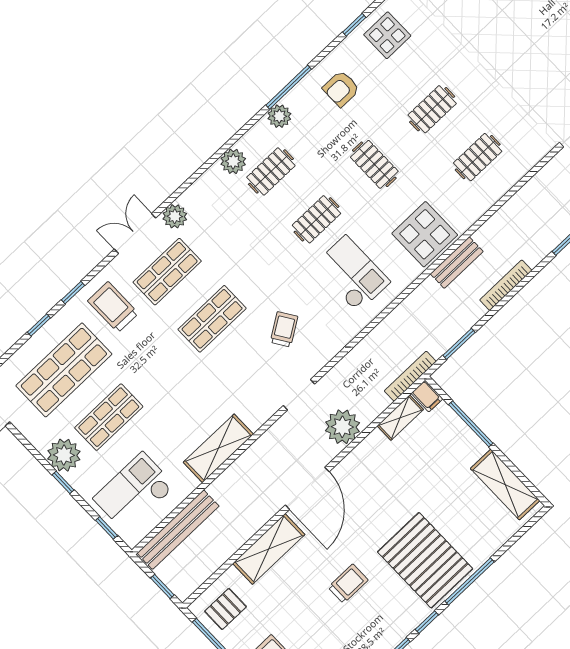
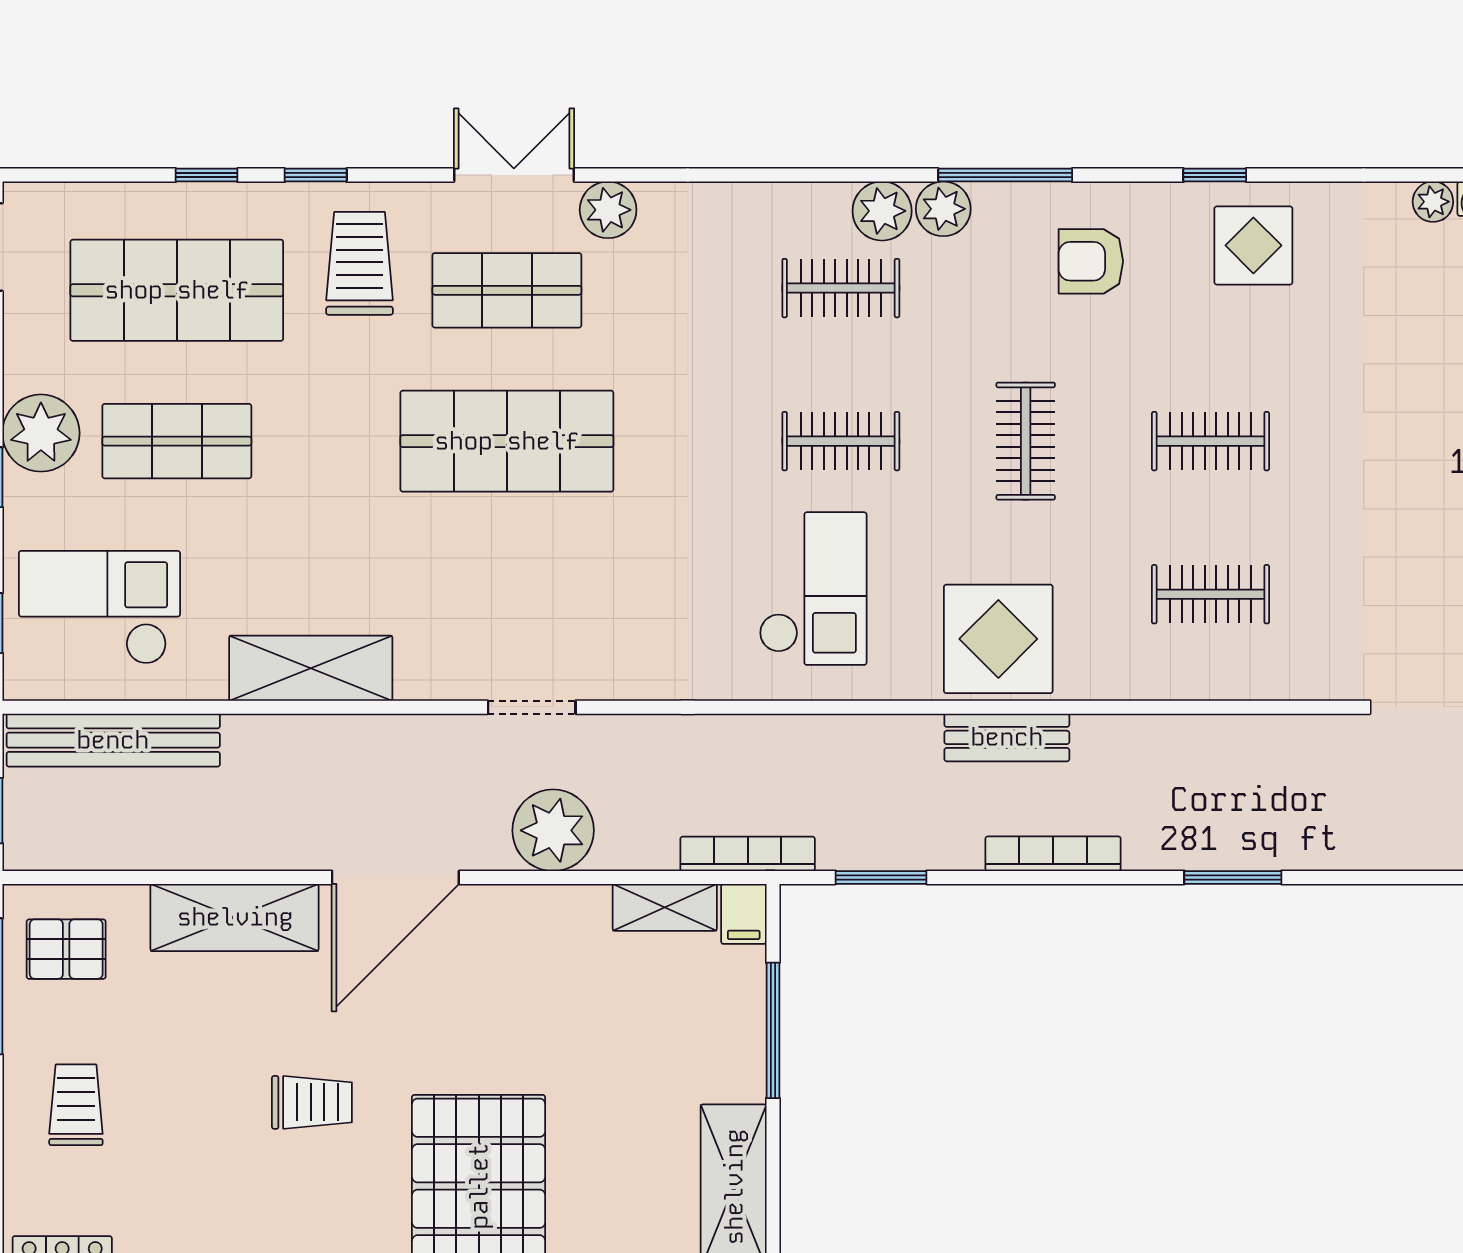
plant: (233, 161) -> (882, 211), moved
shop shelf: (212, 319) -> (507, 441), width x1.43, depth x1.36
trolley: (284, 329) -> (611, 573), removed

